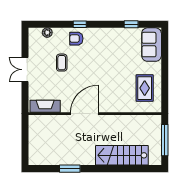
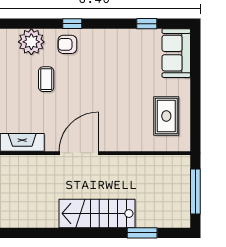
plant: (47, 33) -> (31, 42), width x1.87, depth x1.87
stairs: (122, 155) -> (97, 213), moved
window: (70, 169) -> (142, 233), moved

